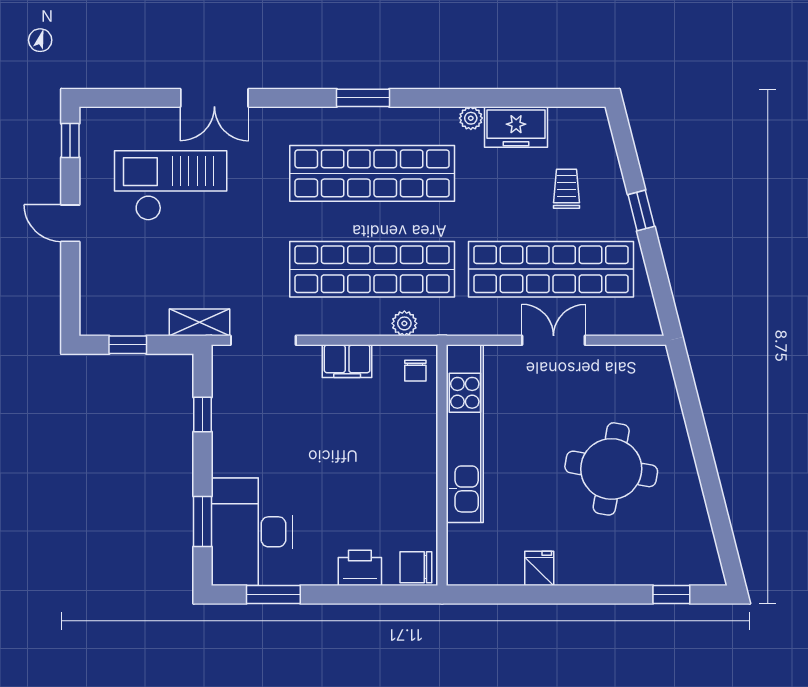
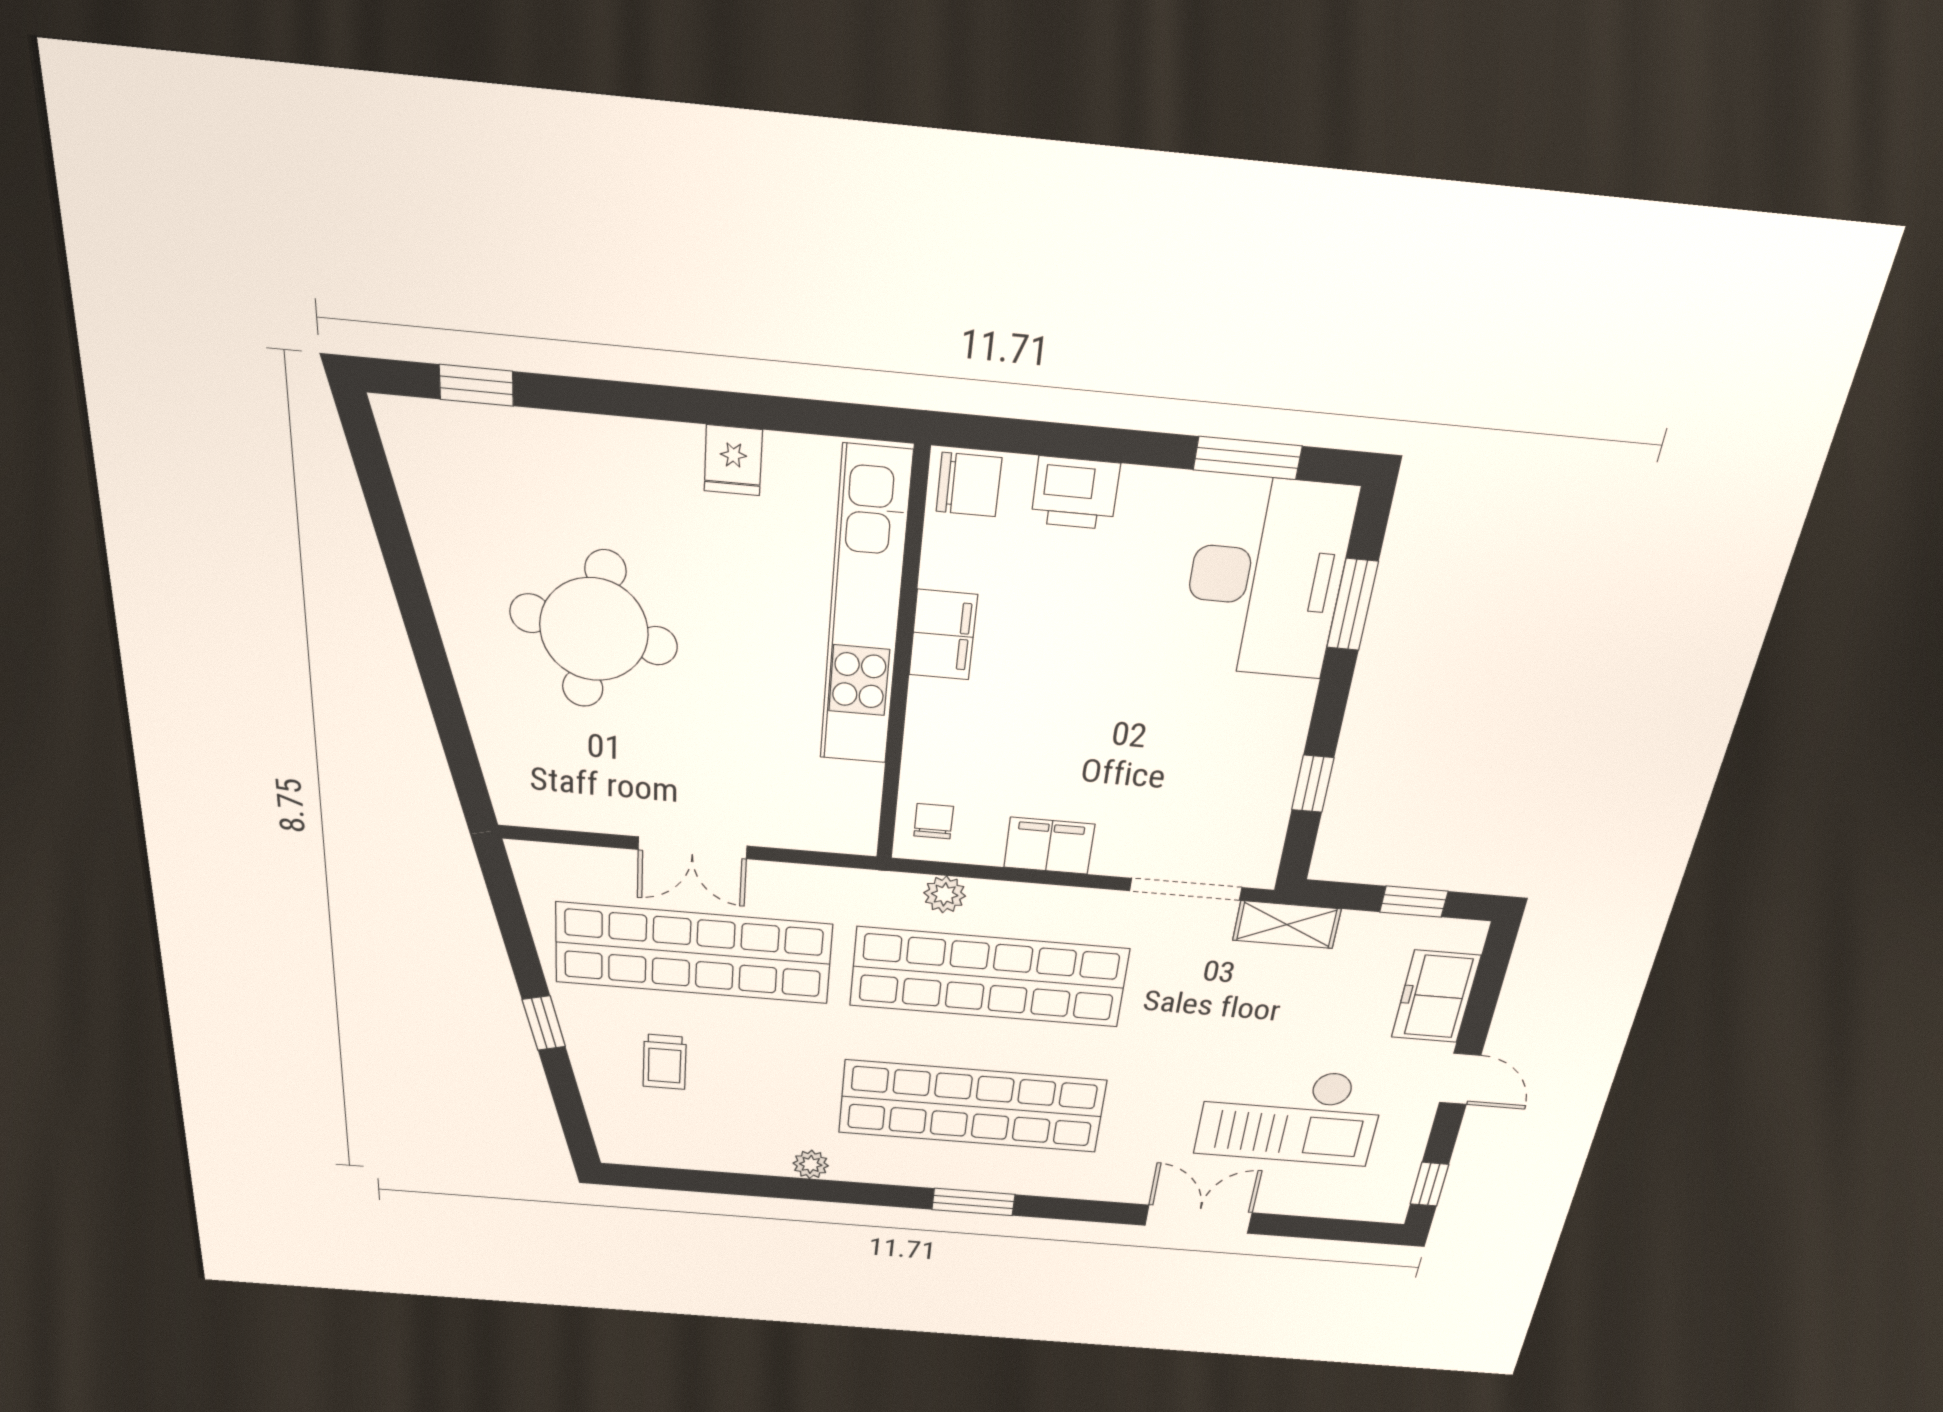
freezer: (516, 127) -> (1436, 997), moved, turned -90
kitchen unit: (465, 434) -> (865, 610), moved
filing cabinet: (421, 484) -> (943, 635), added

